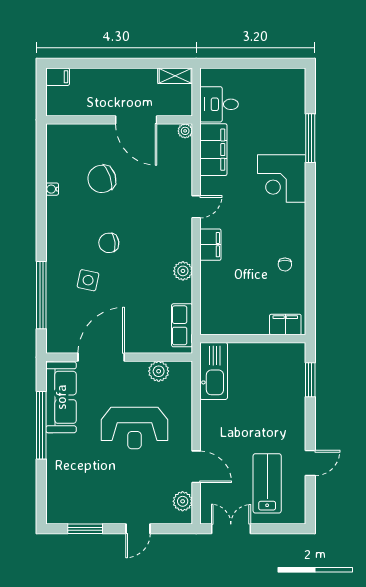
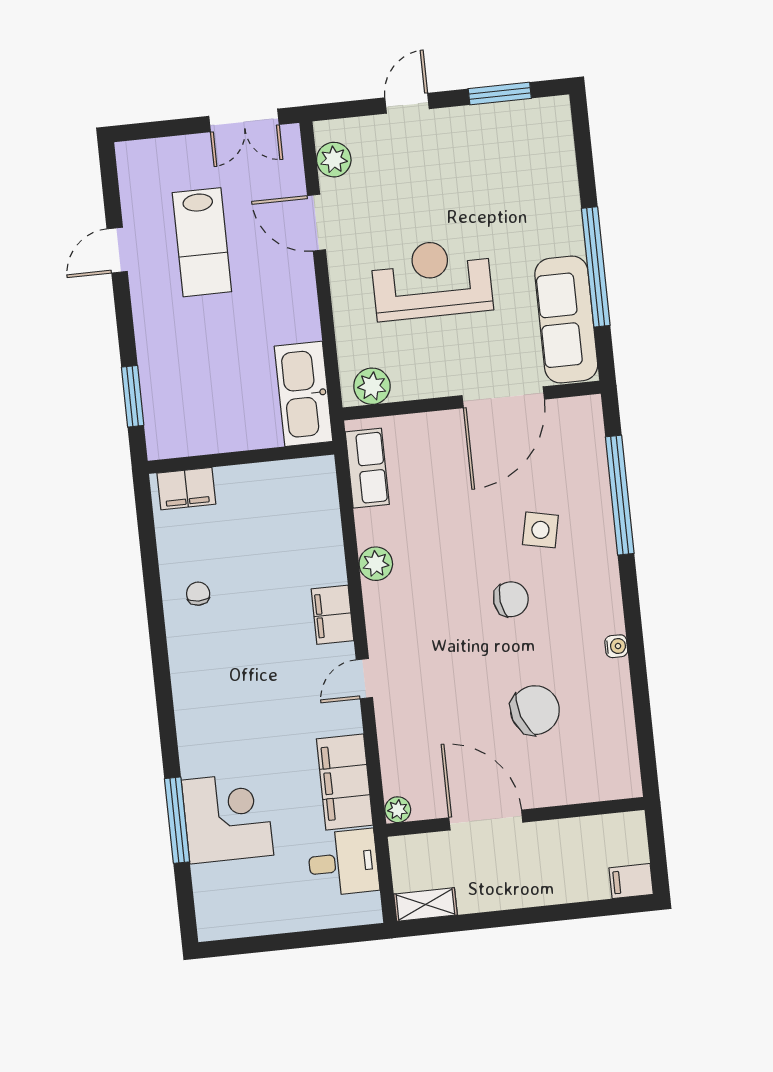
corner desk: (282, 179) -> (227, 818), moved
water cooler: (52, 189) -> (616, 646), moved
plant: (159, 371) -> (372, 386), moved
lab bench: (267, 483) -> (202, 242), moved

